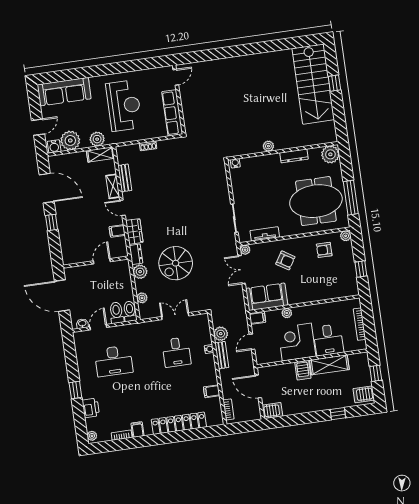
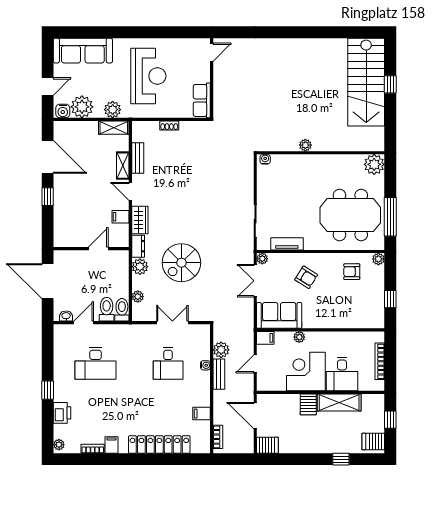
row of seats: (172, 113) -> (202, 100), width x0.68
dresser: (294, 156) -> (333, 160), removed

